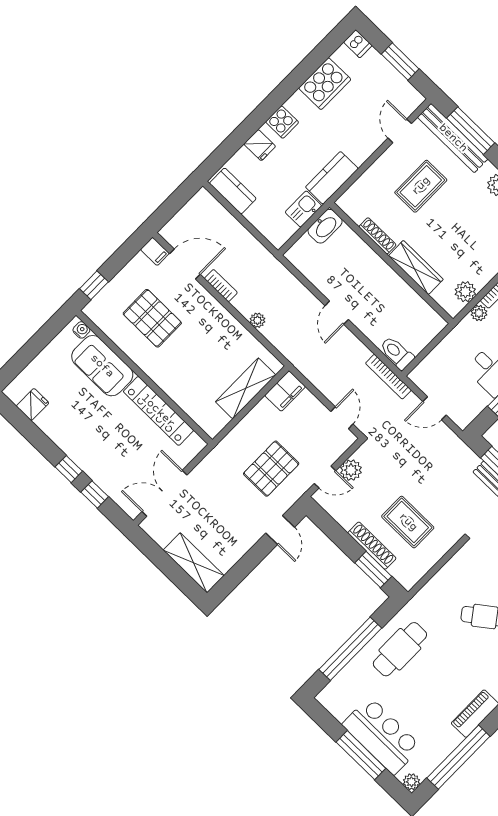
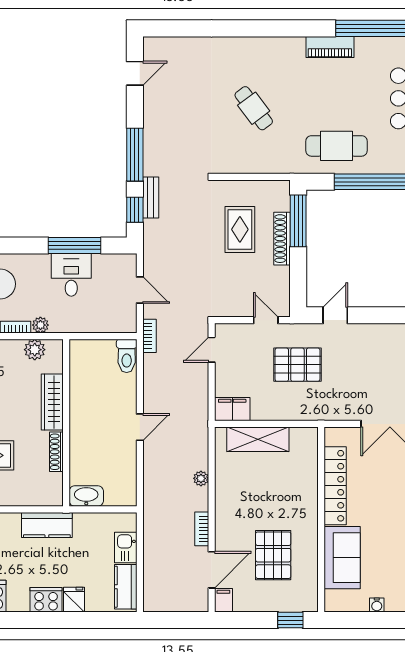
cooker: (282, 122) -> (46, 600), width x1.36
kitchen sink: (303, 209) -> (126, 548), moved, turned 90
door: (185, 264) -> (212, 570), swing flipped
water cooler: (81, 330) -> (377, 605), moved, turned -90
bookcase: (388, 377) -> (149, 336), width x0.64
plant: (351, 470) -> (243, 306), removed
window: (373, 570) -> (298, 221), width x1.44

